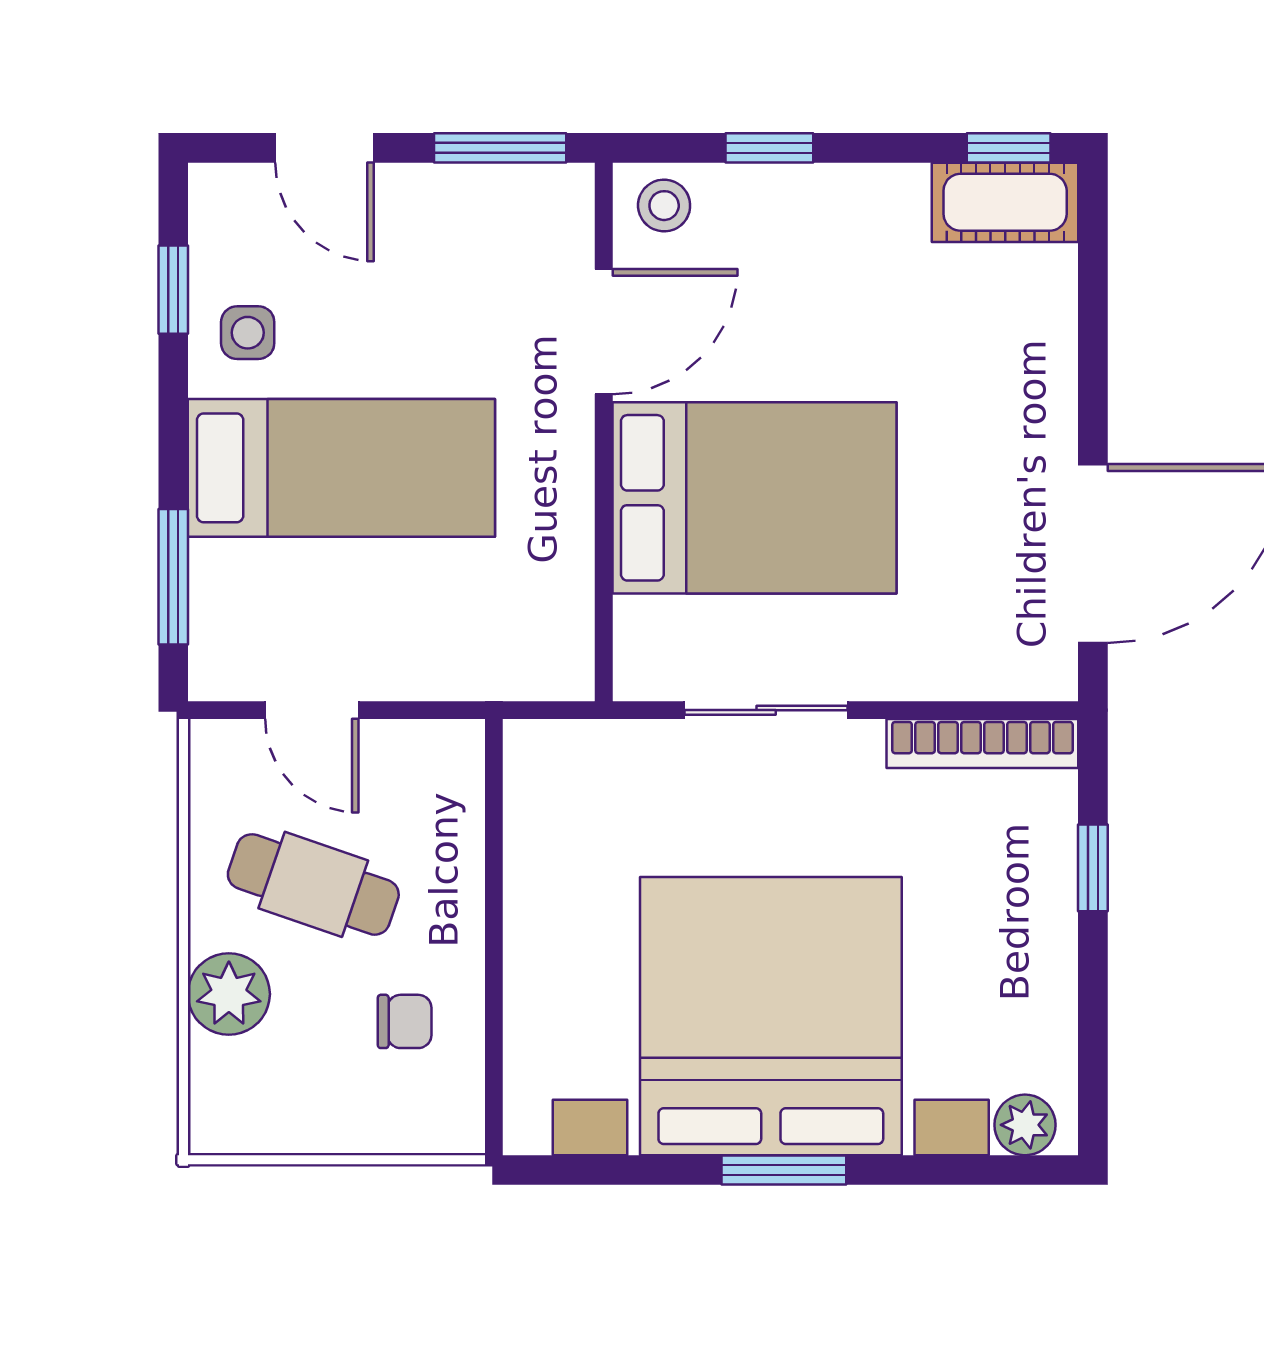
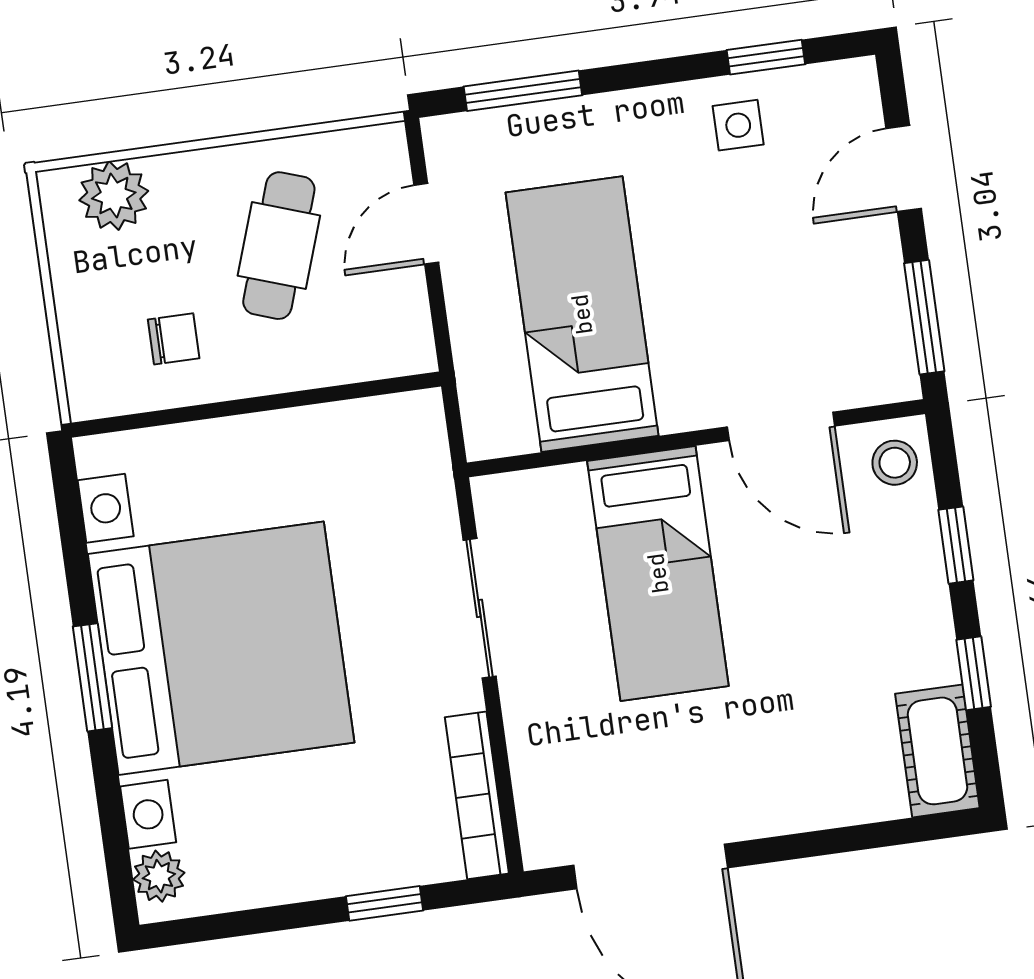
window: (1009, 148) -> (974, 673), moved
bed: (341, 468) -> (582, 314), moved, turned 180
bed: (754, 498) -> (658, 573), width x0.67
plant: (229, 994) -> (114, 196), moved
chair: (405, 1021) -> (174, 339), turned -90

